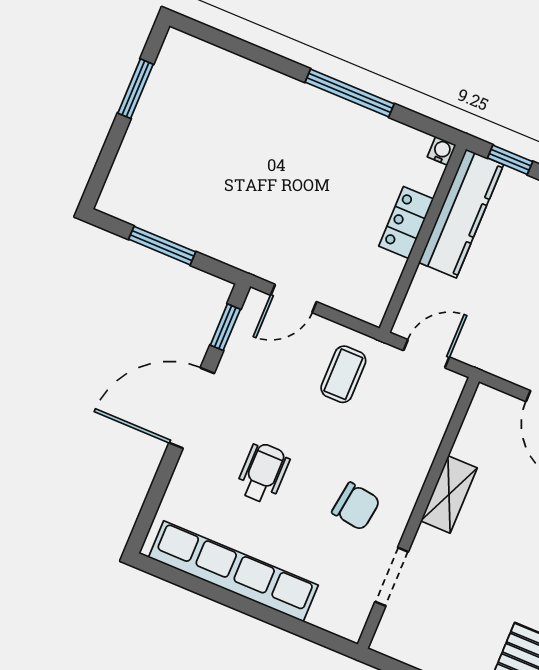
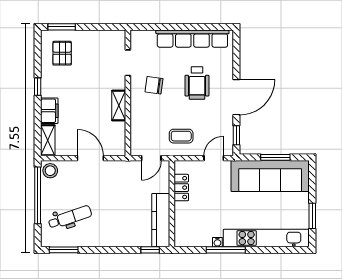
kitchen unit: (253, 82) -> (266, 238), added
water cooler: (442, 151) -> (217, 242), moved
sofa: (190, 211) -> (270, 176), added
locker: (406, 222) -> (181, 188), moved
coffee table: (343, 374) -> (181, 136), turned 90
wheelchair: (263, 473) -> (197, 83), width x1.36, depth x1.37

